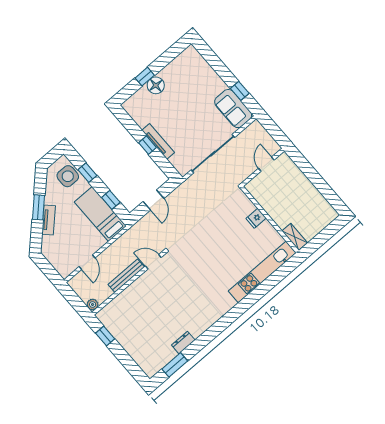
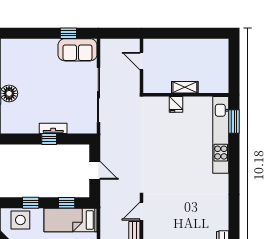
tv unit: (158, 141) -> (53, 128), width x0.71
shelving: (295, 237) -> (185, 87), moved
window: (281, 273) -> (234, 122), added

